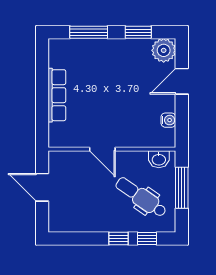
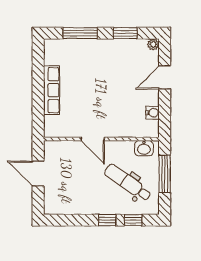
plant: (164, 50) -> (153, 44), width x0.53, depth x0.53

